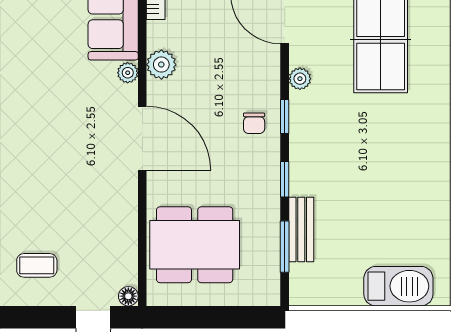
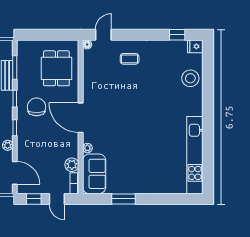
plant: (161, 65) -> (72, 165), moved
chair: (254, 123) -> (37, 107), moved, width x1.87, depth x1.87
dining table: (195, 245) -> (56, 68), width x0.73

